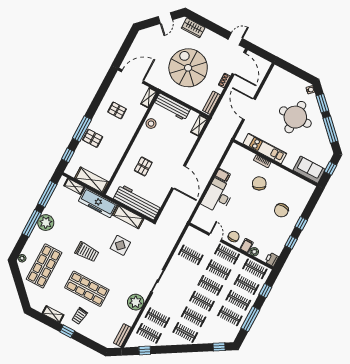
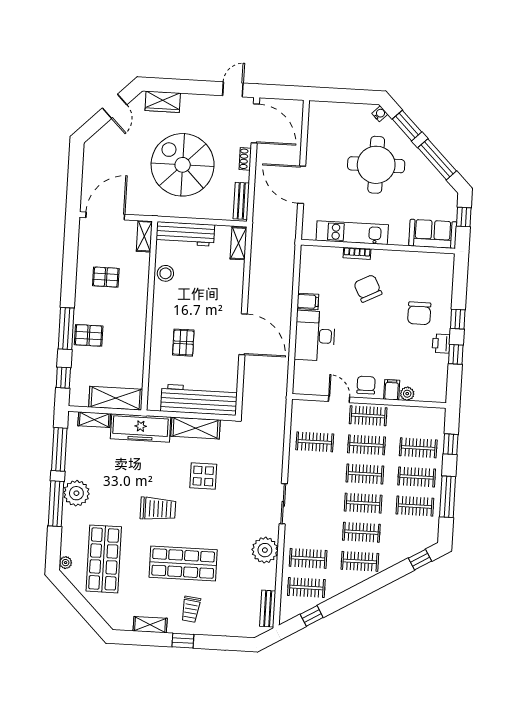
printer: (272, 259) -> (441, 343), moved
clothes rail: (255, 269) -> (420, 419), removed

